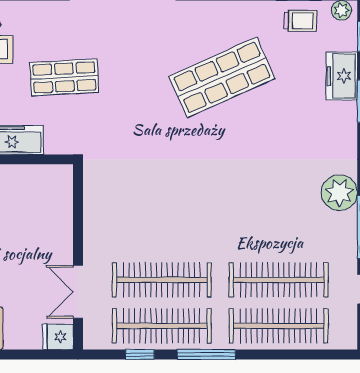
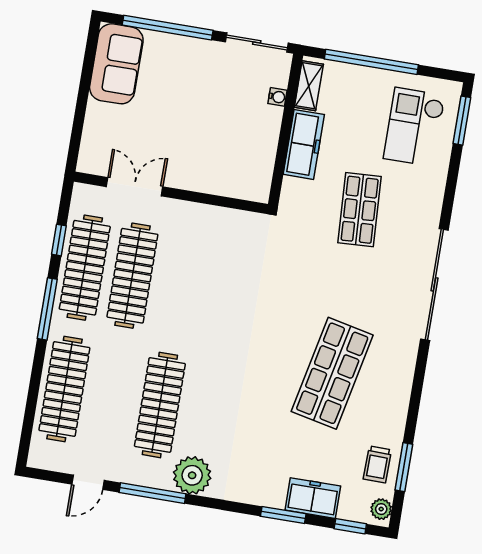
shop shelf: (222, 77) -> (332, 373), turned 36
clothes rail: (279, 280) -> (160, 405), moved
fridge: (58, 337) -> (91, 158), removed

